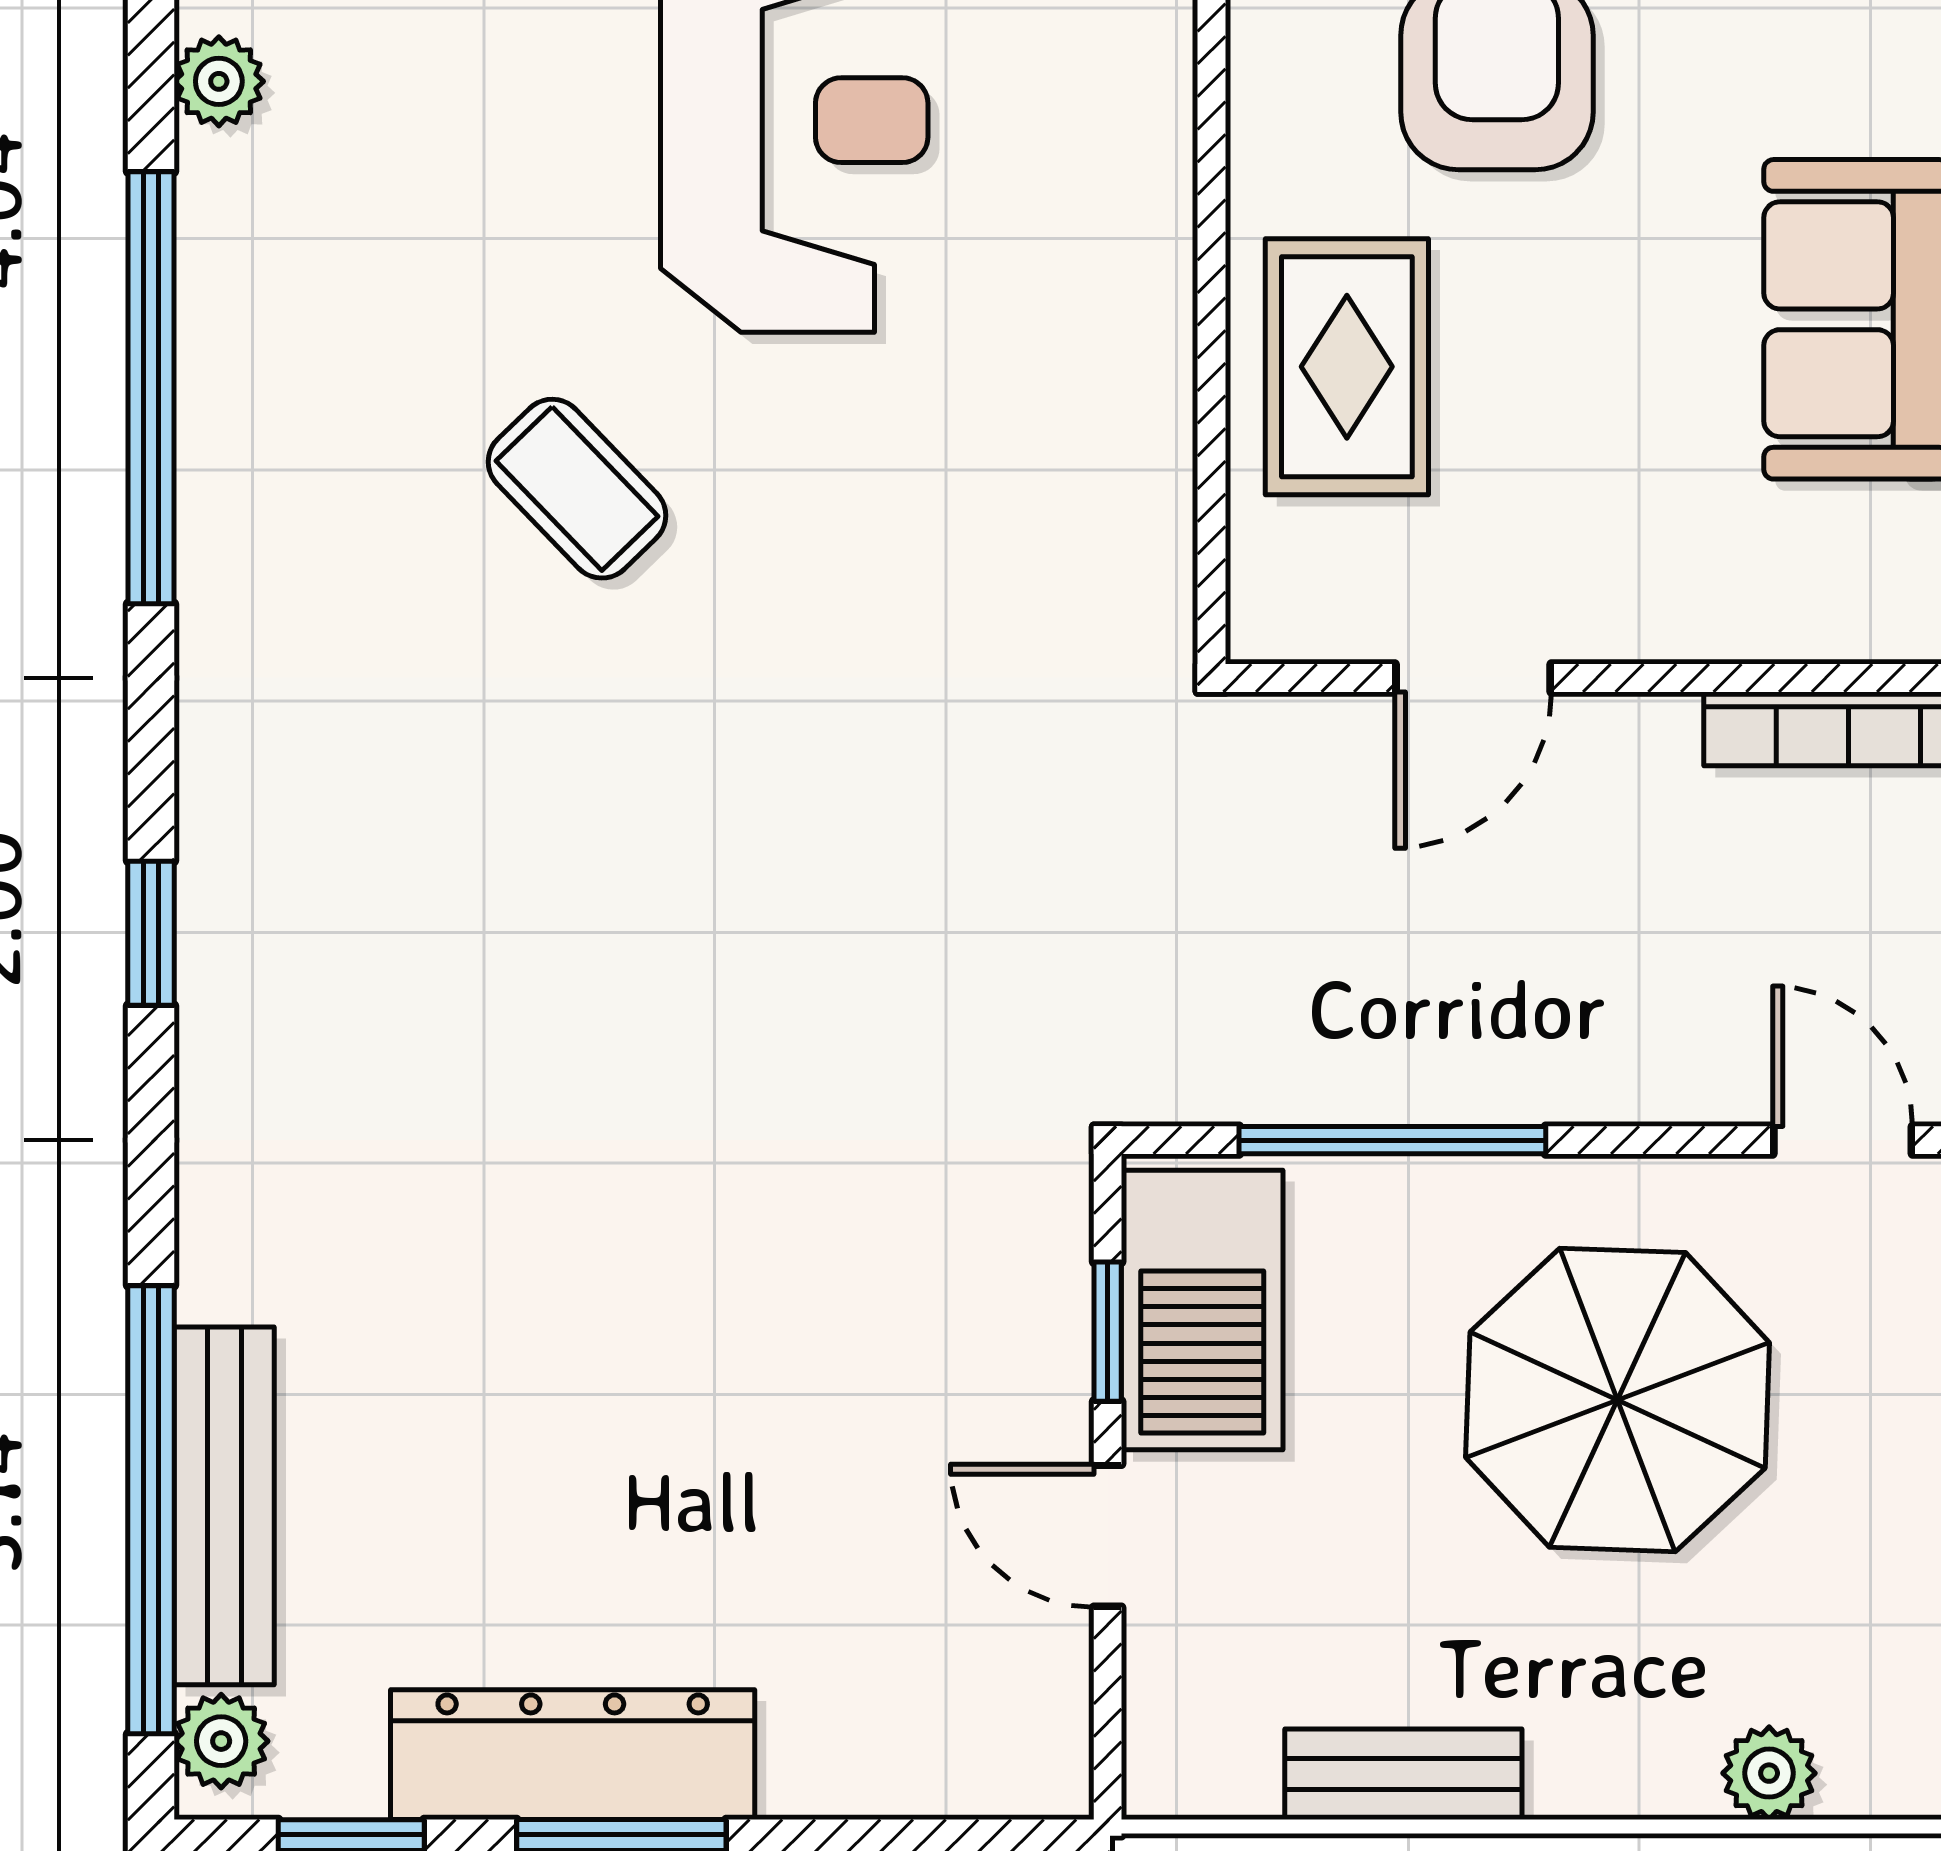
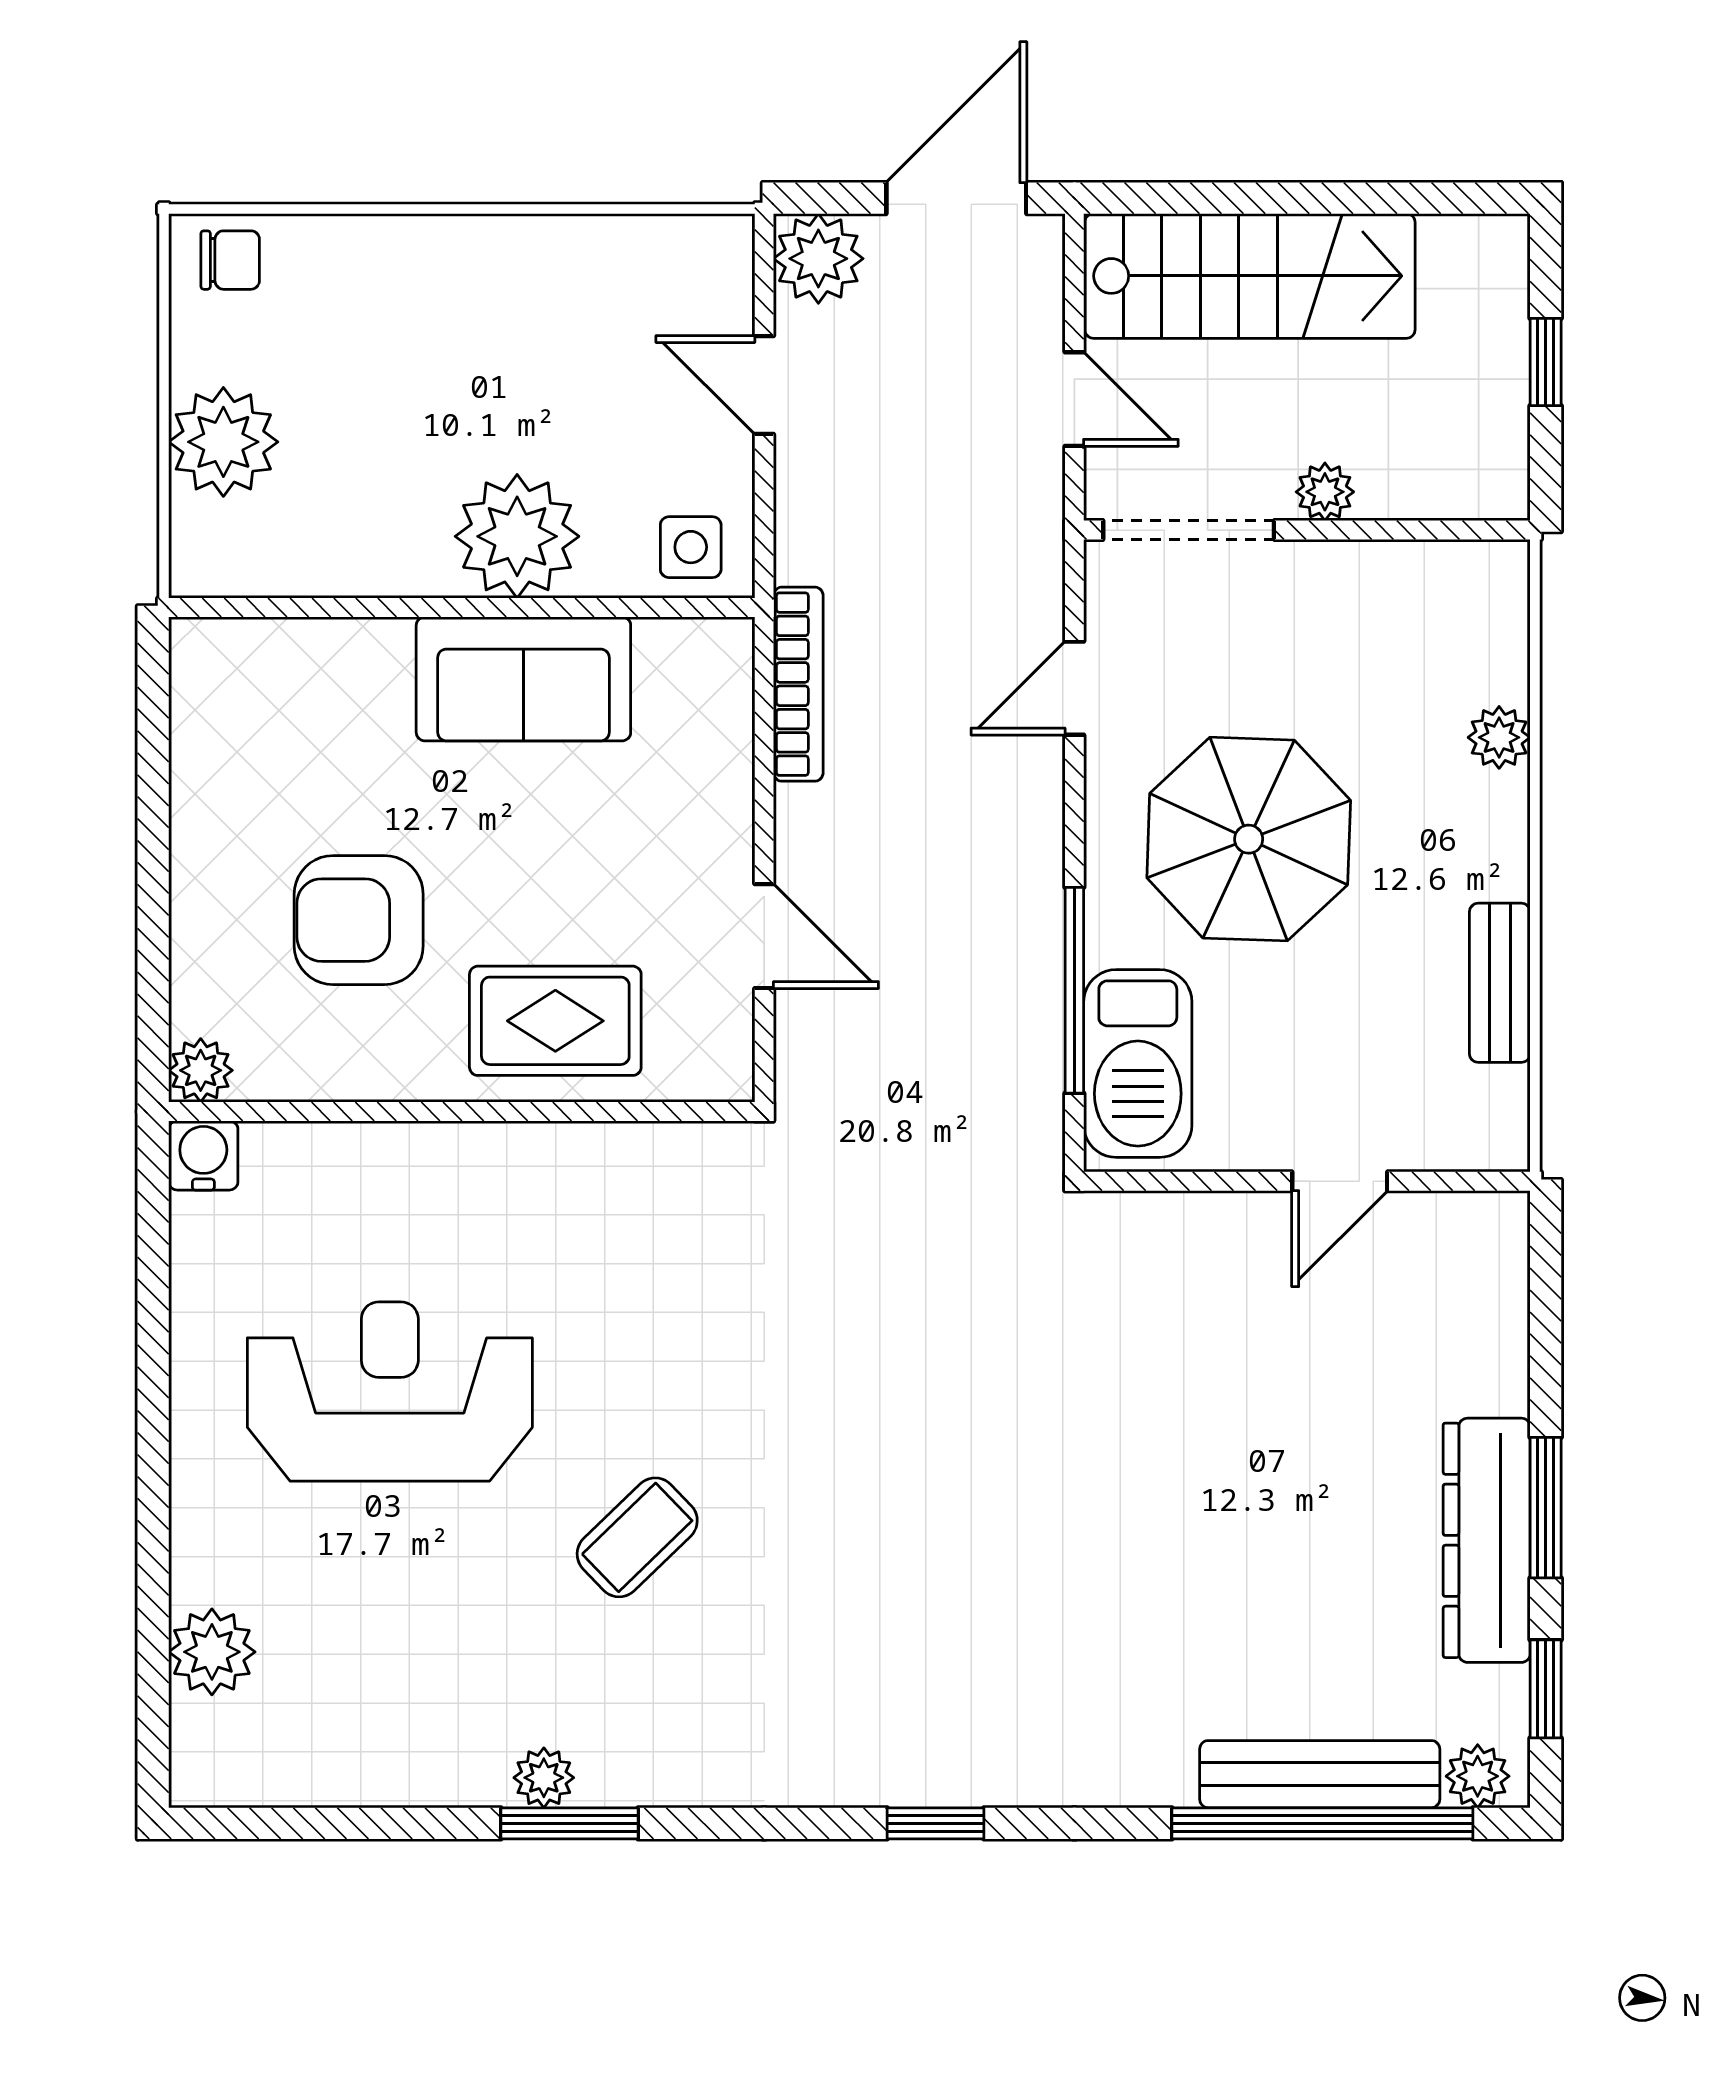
plant: (219, 81) -> (544, 1778), moved
window: (151, 388) -> (569, 1823), width x0.47
barbecue: (1202, 1310) -> (1138, 1063), moved, turned 90
window: (1108, 1332) -> (1203, 1181), removed

